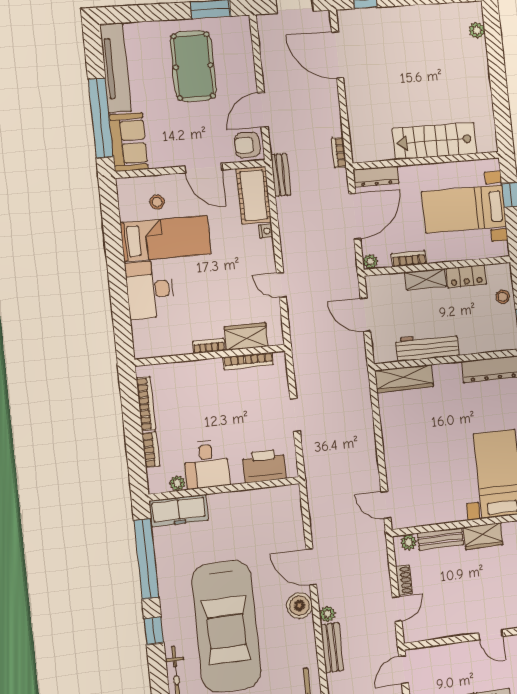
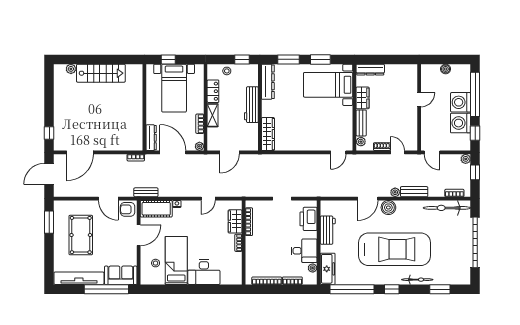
pool table: (193, 66) -> (81, 235), turned 90
stairs: (435, 141) -> (101, 73), moved, turned -90
armchair: (247, 145) -> (128, 209), turned 90
workbench: (427, 347) -> (251, 105), moved
workbench: (248, 502) -> (328, 230), added

